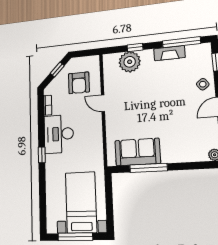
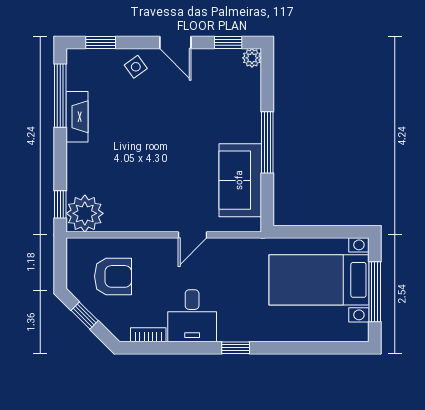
window: (135, 47) -> (60, 204), moved
plant: (130, 62) -> (85, 213), moved
door: (103, 103) -> (192, 235), moved
desk: (59, 134) -> (192, 316), width x0.73
window: (149, 168) -> (267, 142), moved

